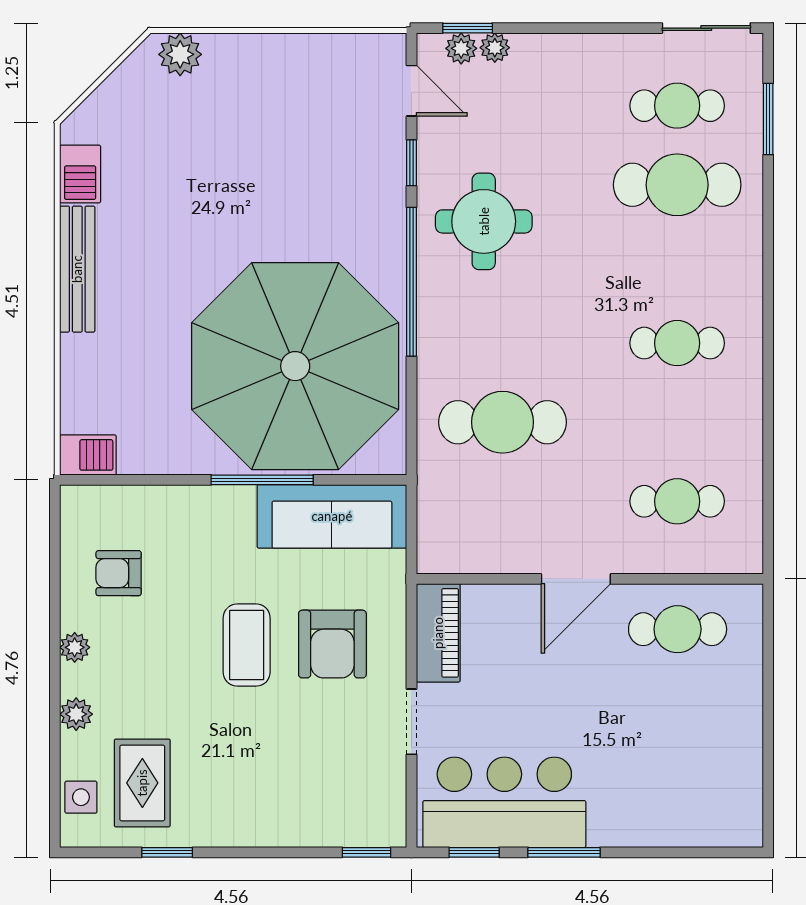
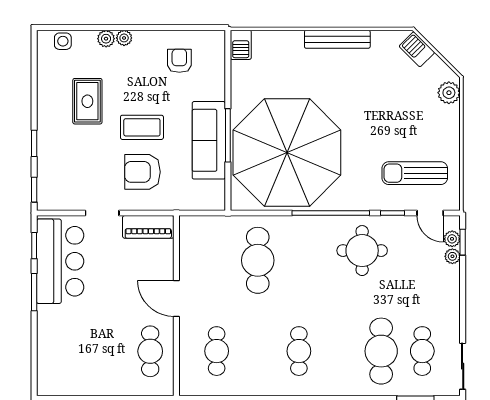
door: (411, 91) -> (430, 213), hinge flipped
sun lounger: (335, 120) -> (415, 173), added
barbecue: (80, 174) -> (417, 49), moved, turned 45
sofa: (332, 516) -> (209, 140), moved
plant: (75, 647) -> (124, 38), moved
rug: (142, 783) -> (87, 101), moved, turned 90
window: (167, 852) -> (34, 143), moved

